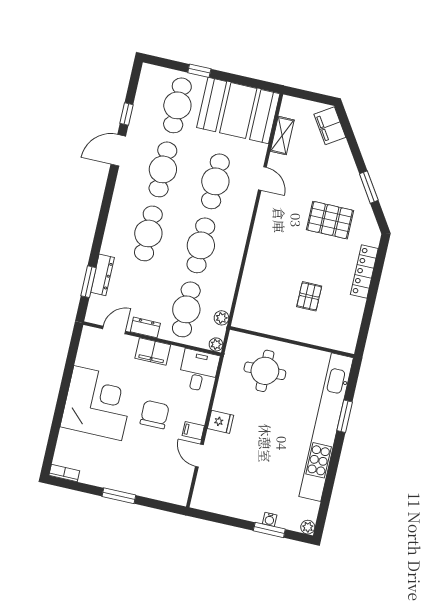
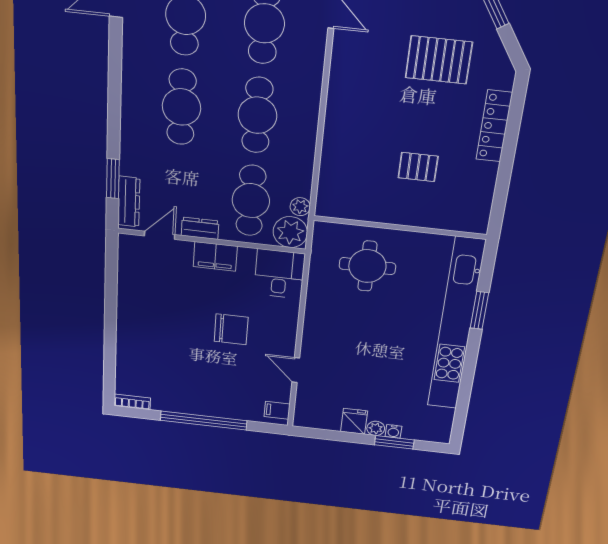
dresser: (102, 275) -> (129, 202), moved
pallet: (309, 296) -> (418, 167), turned 90
plant: (216, 344) -> (290, 232), width x1.87, depth x1.87
corner desk: (98, 403) -> (156, 323), removed
chair: (155, 414) -> (231, 329), turned 90
fridge: (220, 422) -> (354, 421), moved, turned -90
filing cabinet: (193, 431) -> (277, 410), moved
window: (119, 496) -> (204, 421), width x2.11
plant: (308, 527) -> (376, 428), moved

